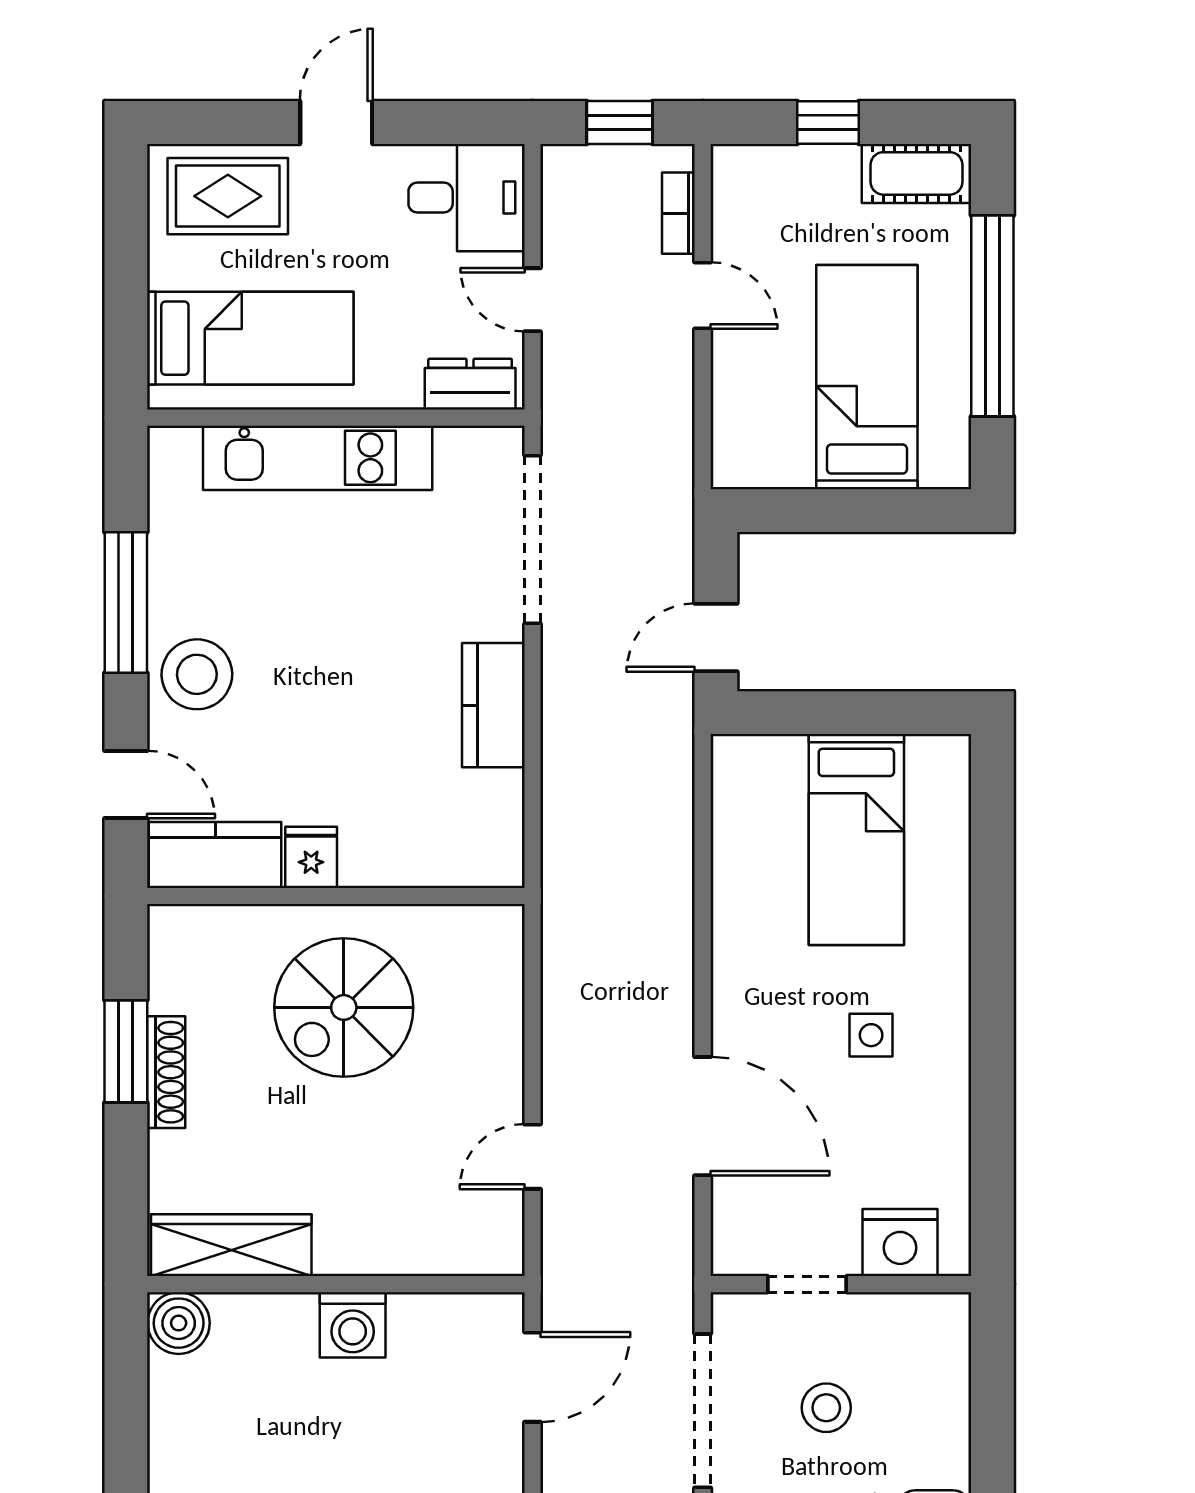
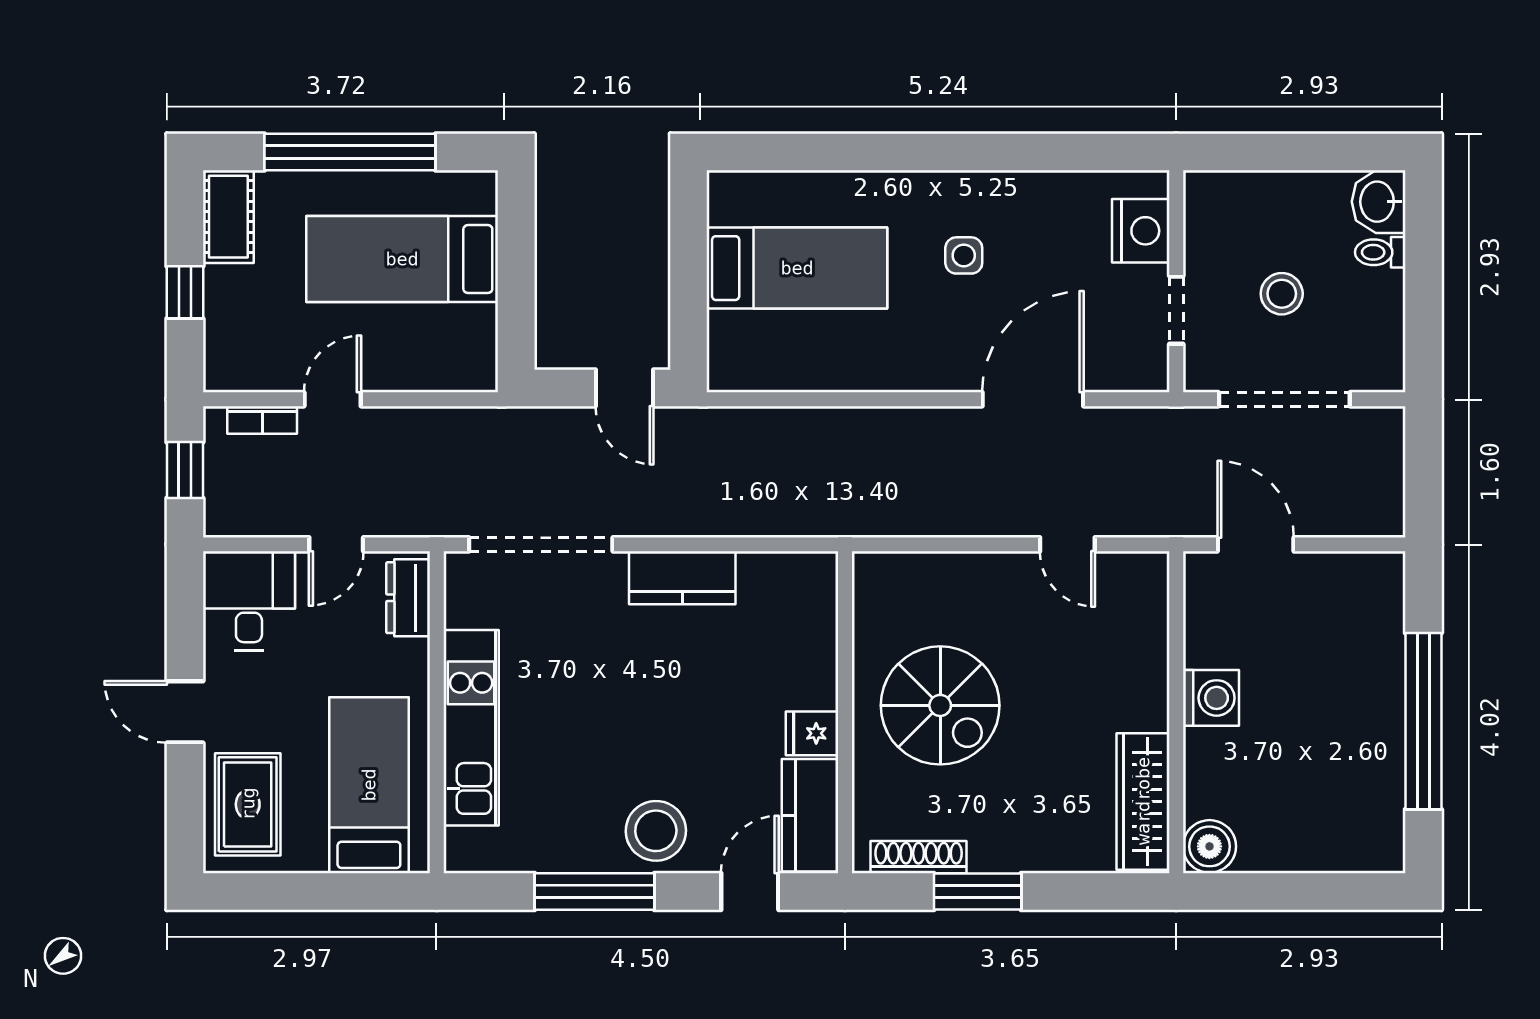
shoe rack: (166, 1072) -> (919, 857), moved

